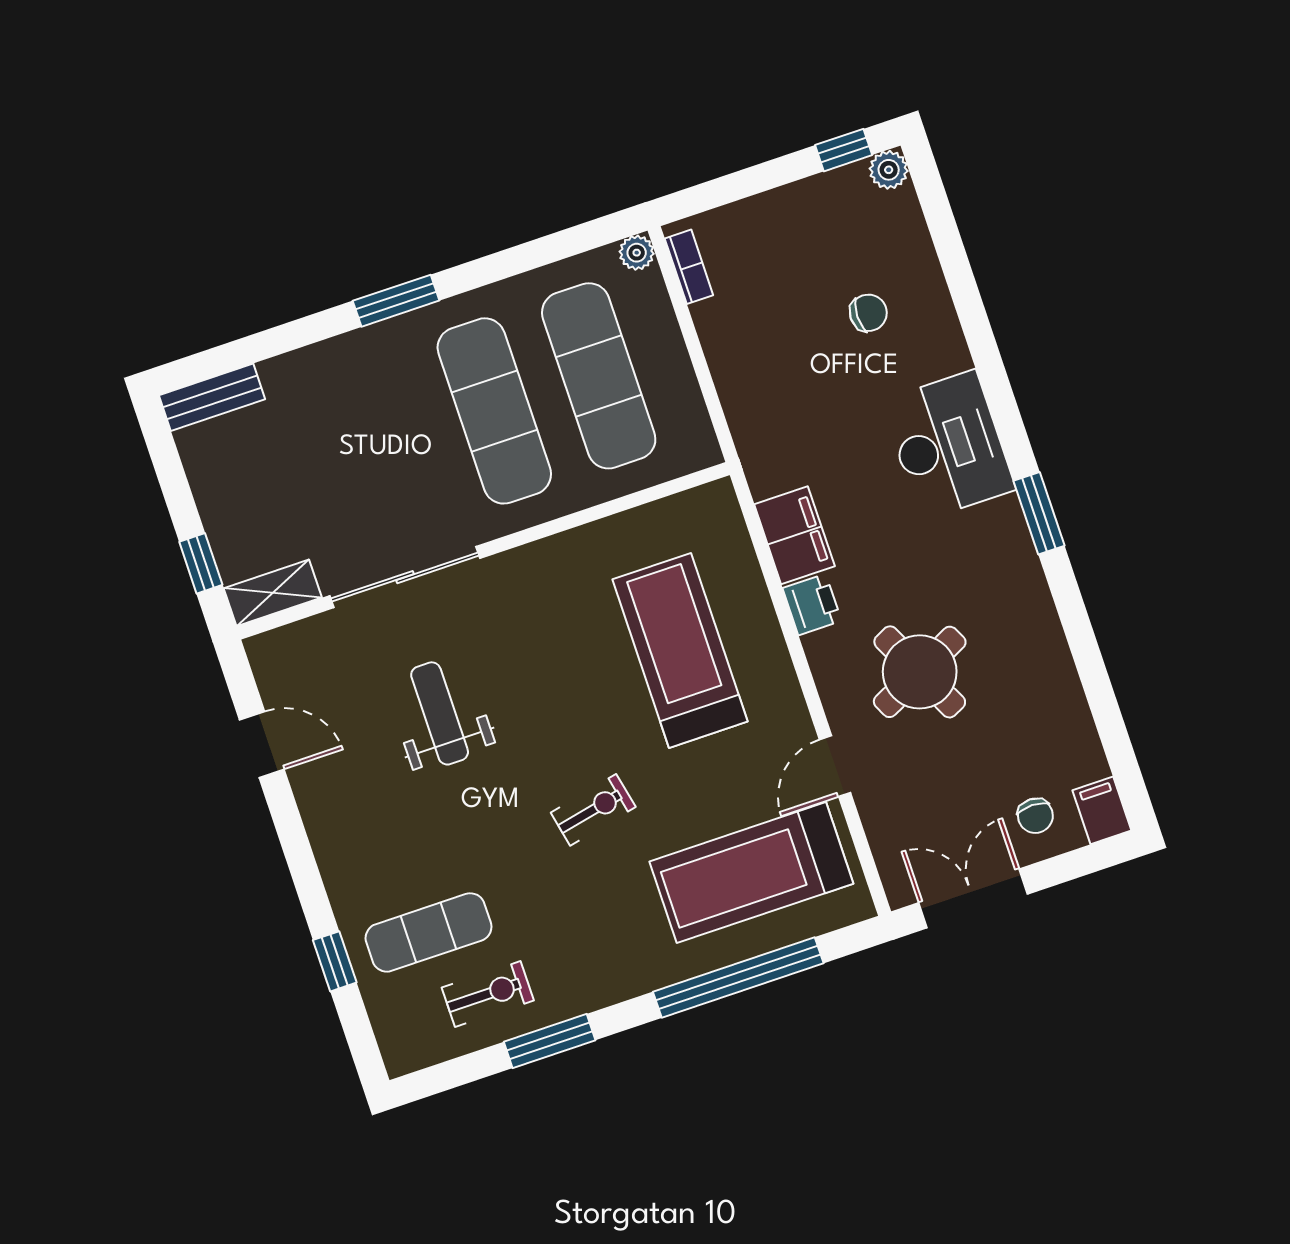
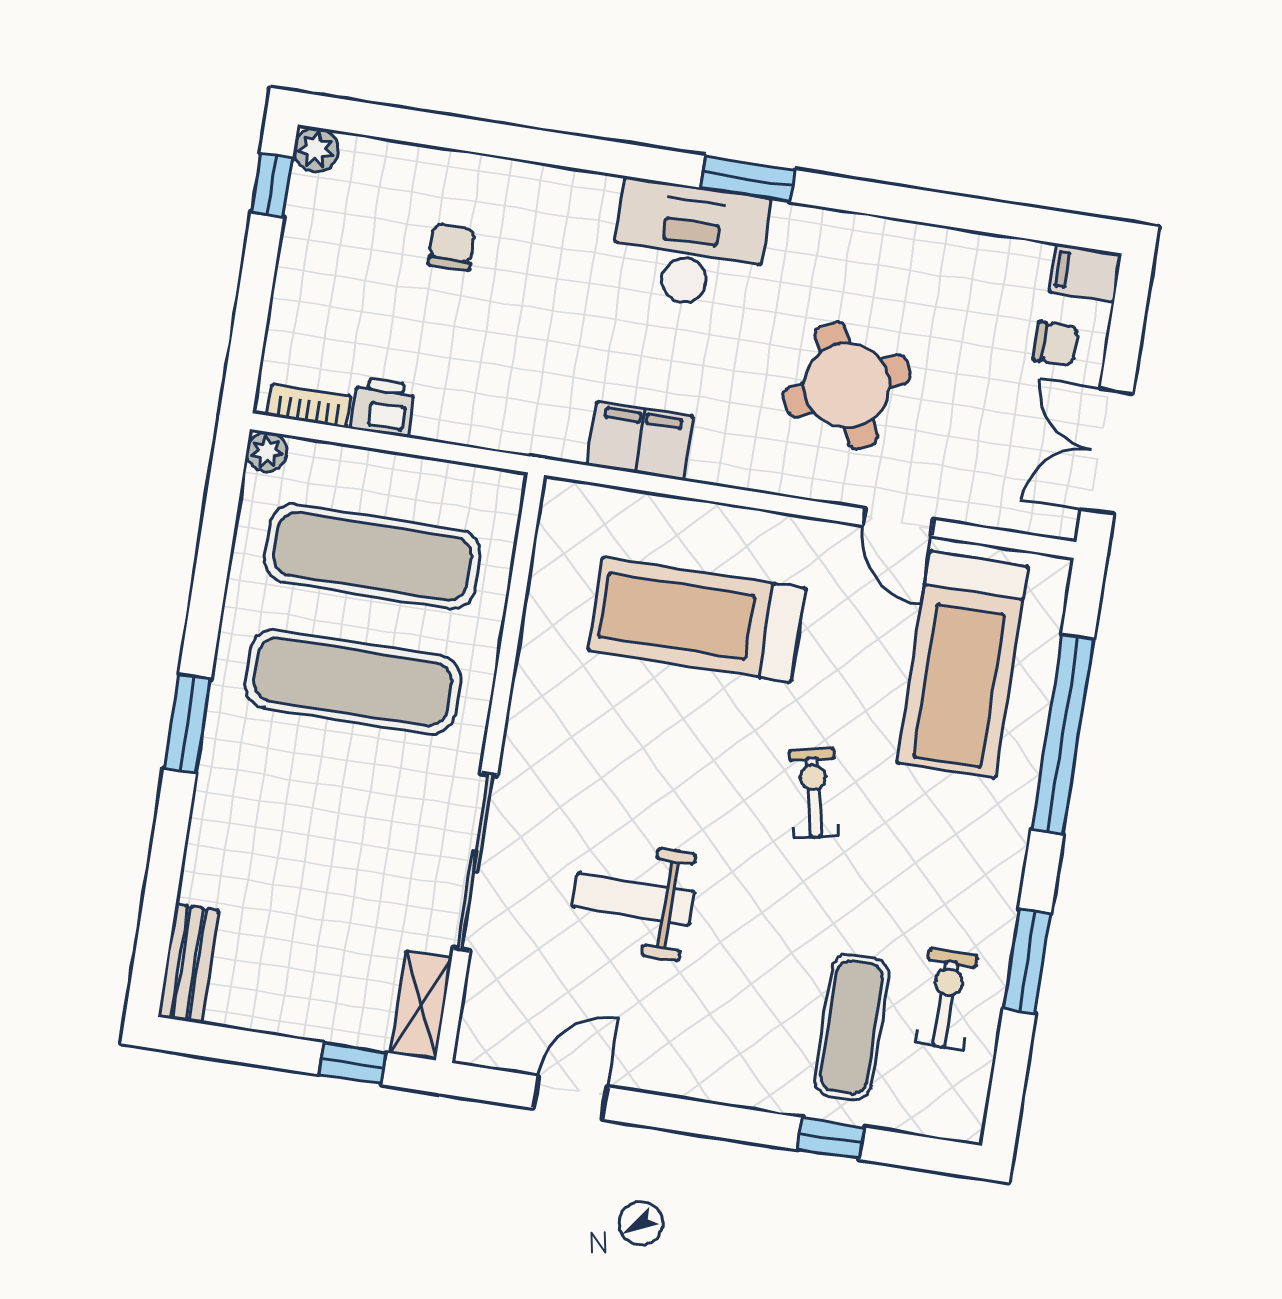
desk: (948, 445) -> (689, 245), moved
printer: (812, 604) -> (383, 407), moved

